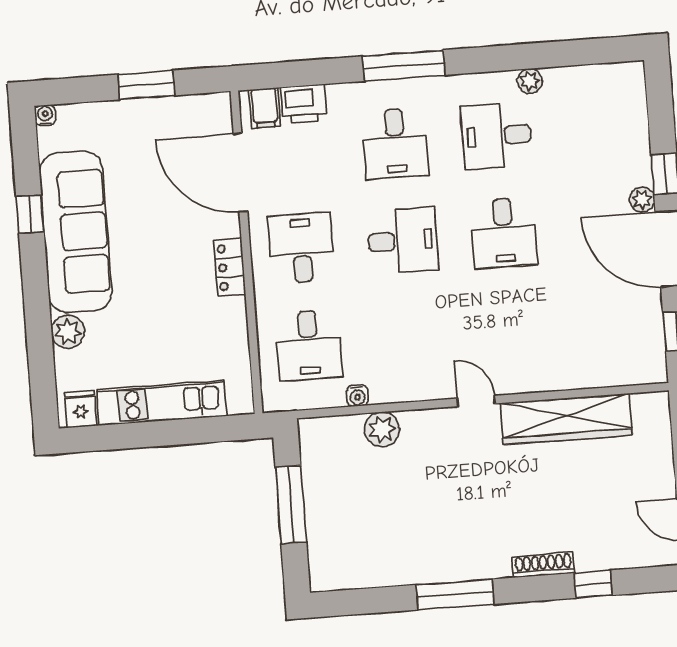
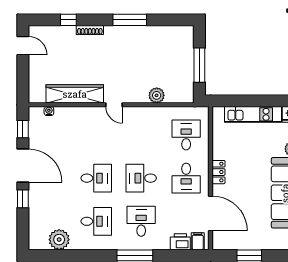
plant: (530, 81) -> (59, 240), moved, width x1.88, depth x1.88
plant: (642, 200) -> (34, 188), removed
desk: (504, 233) -> (96, 178), turned 90
water cooler: (357, 396) -> (49, 111), moved

